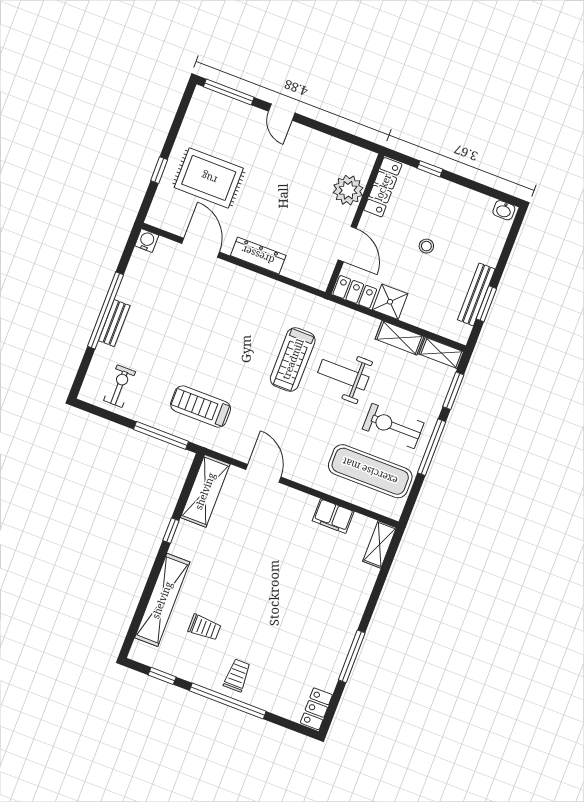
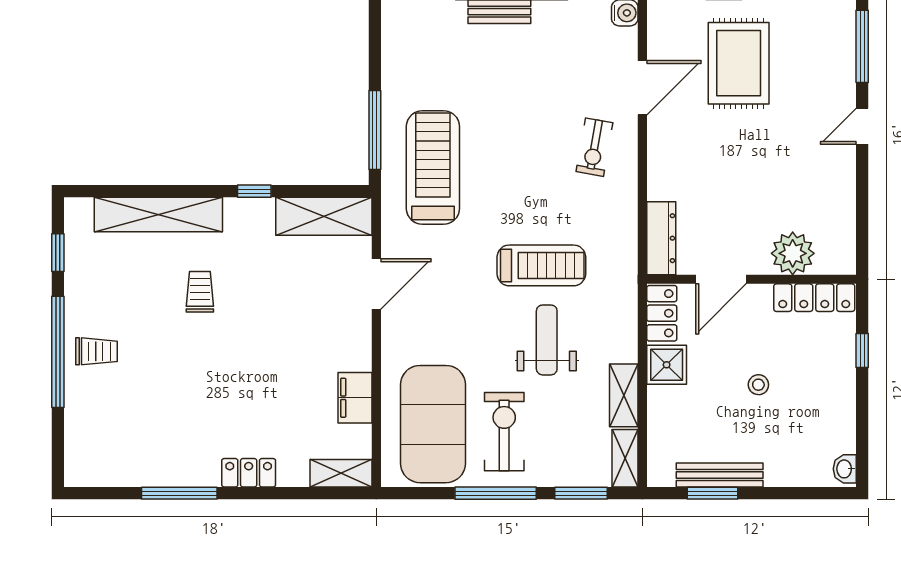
dresser: (258, 255) -> (661, 238), moved
treadmill: (293, 359) -> (541, 265), turned 180
exercise bike: (120, 386) -> (594, 147), moved, turned 100
treadmill: (201, 406) -> (433, 168), width x1.37, depth x1.38
exercise mat: (370, 471) -> (433, 424), width x1.47
trolley: (204, 627) -> (200, 292), moved, turned 180
locker: (316, 709) -> (249, 473), moved

